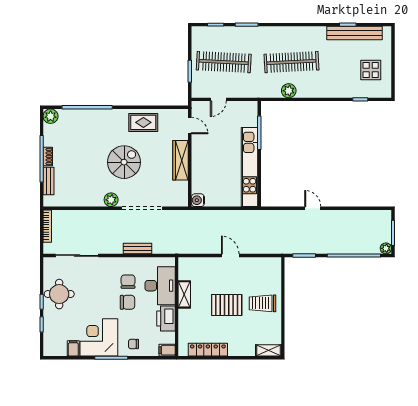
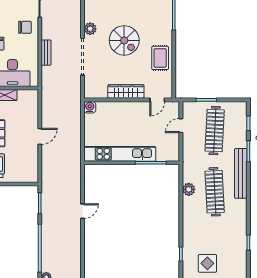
bench: (354, 33) -> (241, 173), moved
door: (218, 99) -> (181, 126), hinge flipped
chair: (128, 282) -> (25, 27), moved

